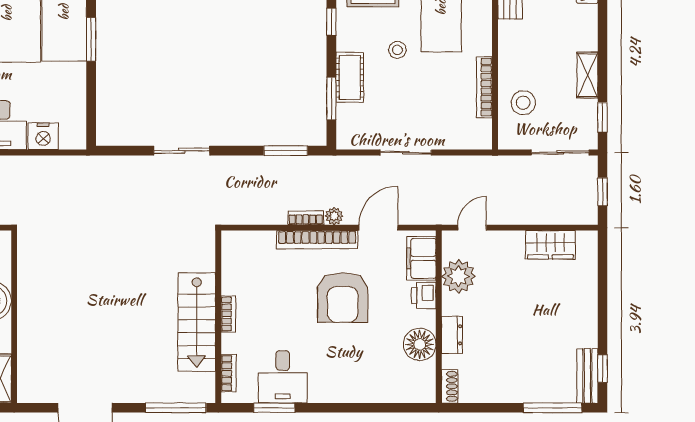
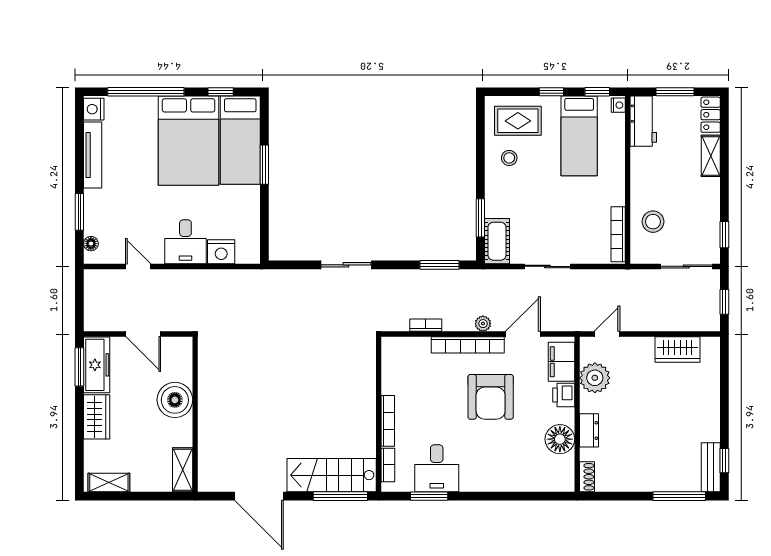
window: (331, 22) -> (480, 149), removed
stool: (397, 50) -> (509, 158), moved
shelving: (587, 75) -> (711, 156), moved
cot: (350, 77) -> (497, 241), moved
bookcase: (484, 87) -> (618, 234), moved
bookcase: (306, 218) -> (426, 325), moved
bookcase: (228, 314) -> (388, 421), width x1.56
stairs: (197, 322) -> (332, 475), moved, turned 90

